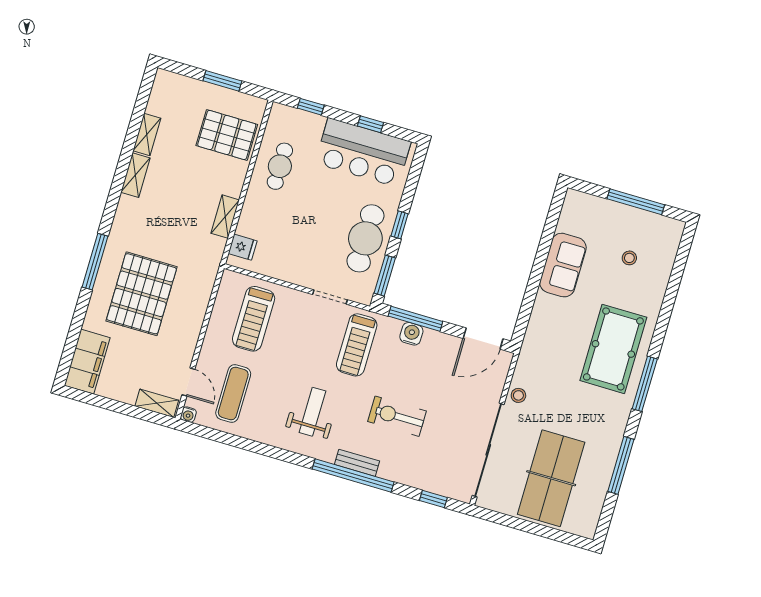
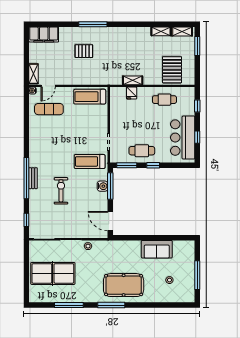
window: (222, 81) -> (197, 46), moved
shelving: (135, 175) -> (182, 32), moved
cafe table: (365, 238) -> (142, 151), width x0.73, depth x0.74
fridge: (243, 247) -> (132, 93), moved
pallet: (142, 294) -> (84, 51), width x0.49, depth x0.50
treadmill: (254, 319) -> (90, 97), moved
weight bench: (312, 412) -> (51, 150), removed

